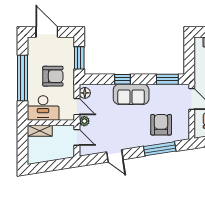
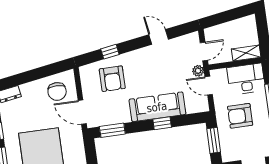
floor lamp: (85, 93) -> (202, 102), removed
sofa: (131, 94) -> (157, 107), width x1.36
door: (77, 137) -> (204, 52), swing flipped
window: (160, 149) -> (110, 52), width x0.46

